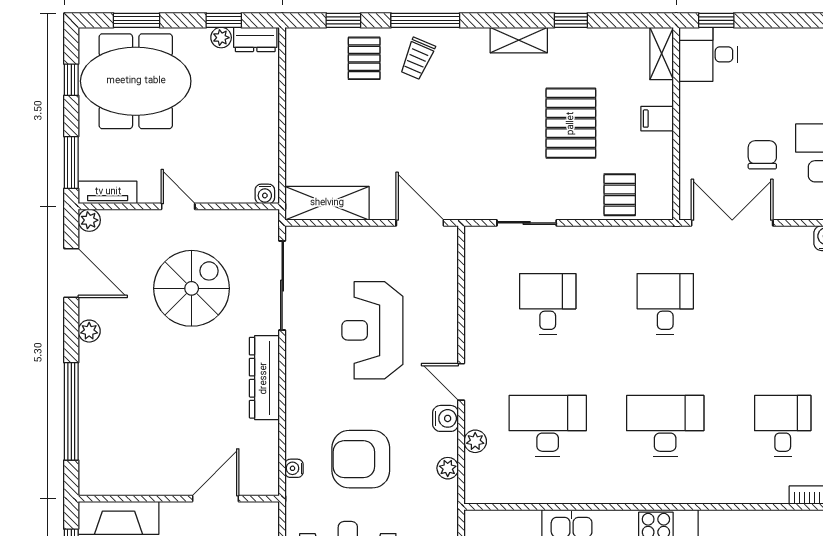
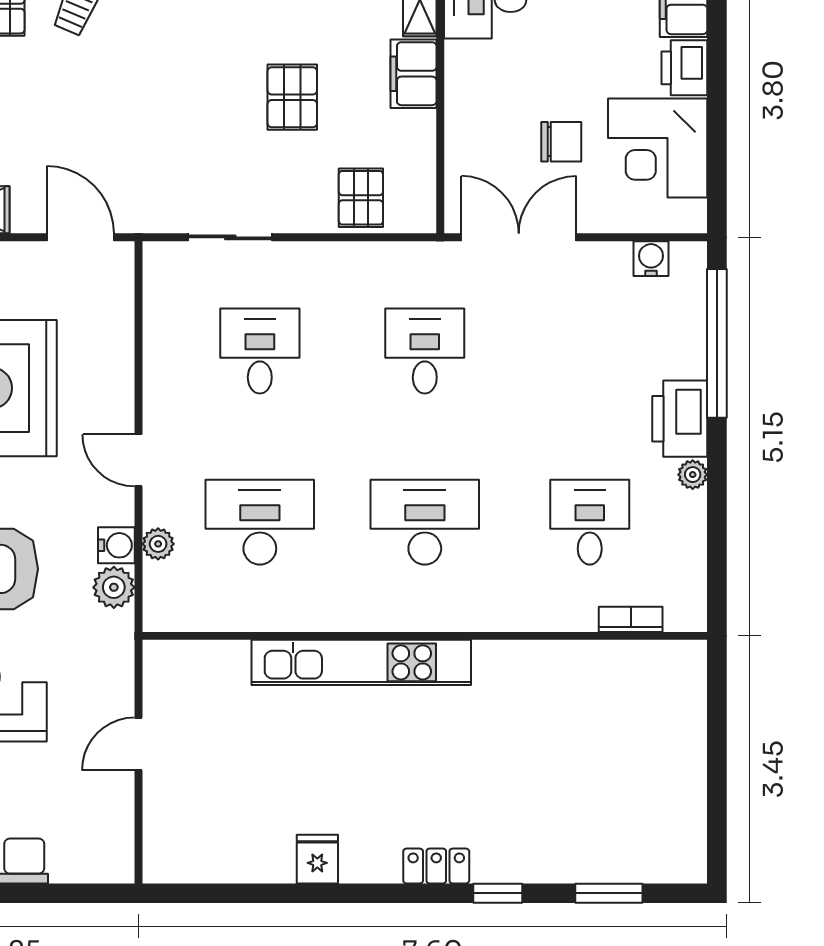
filing cabinet: (657, 119) -> (413, 74), width x2.00
pallet: (571, 123) -> (292, 97), width x0.67, depth x0.71
chair: (762, 155) -> (561, 142), turned 90
water cooler: (446, 418) -> (116, 545), moved
plant: (448, 468) -> (114, 587), width x1.38, depth x1.38

